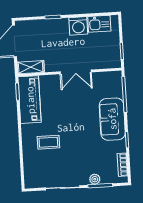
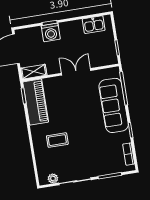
washing machine: (78, 26) -> (51, 32), moved
double door: (76, 72) -> (76, 72), swing flipped
sofa: (112, 119) -> (114, 105), width x1.36
plant: (95, 179) -> (53, 178), moved

